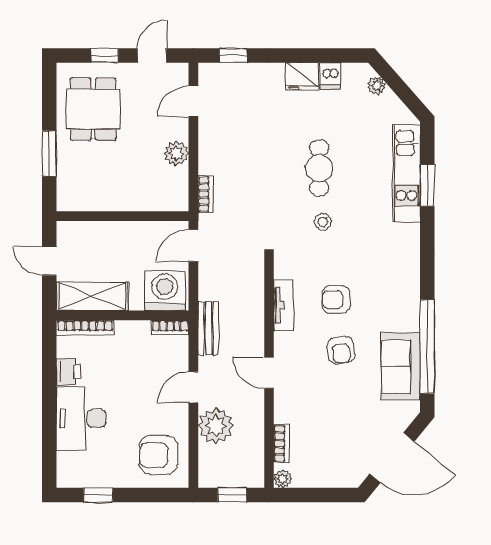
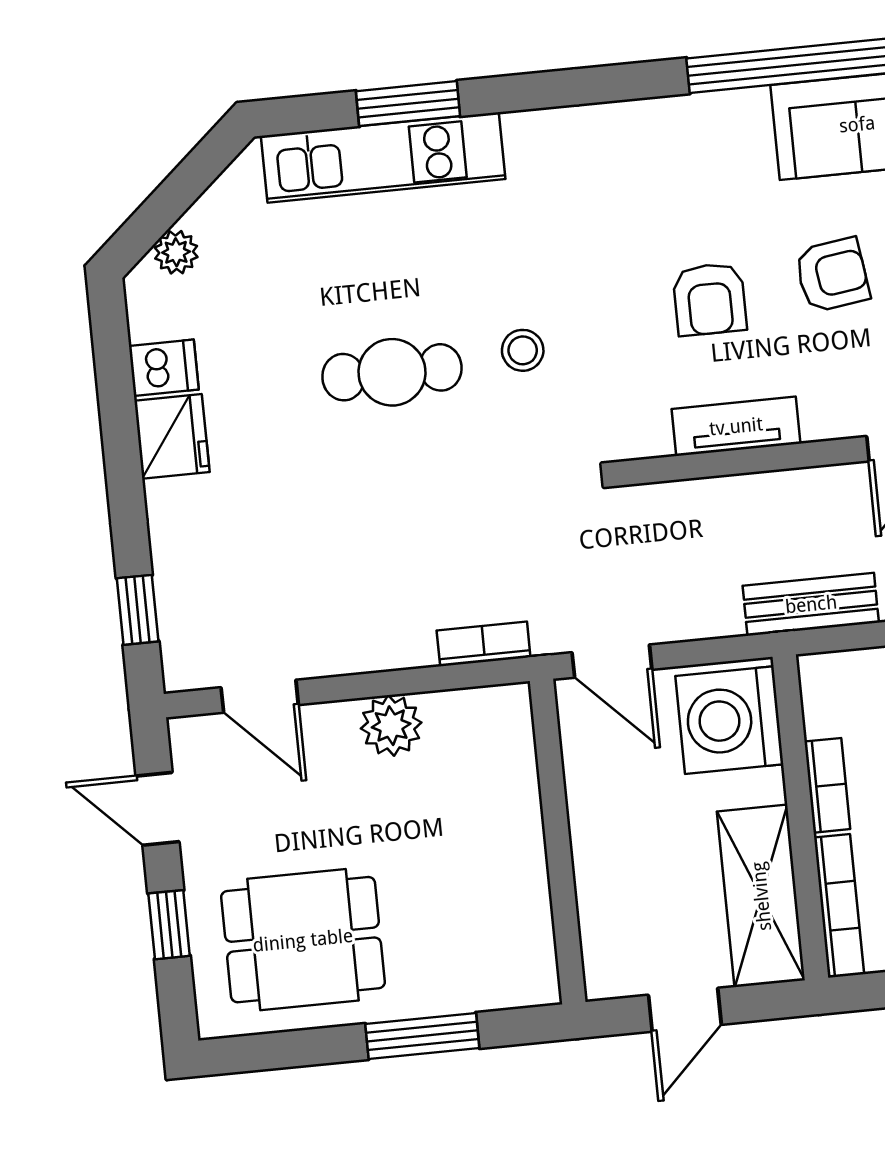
bookcase: (170, 328) -> (827, 785), moved

